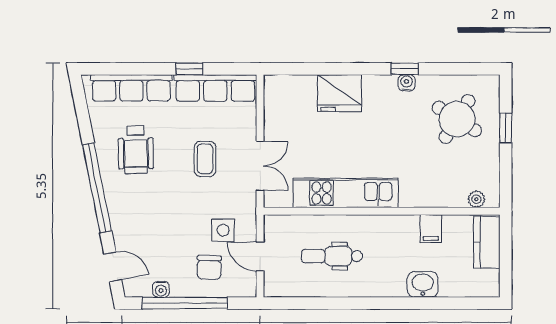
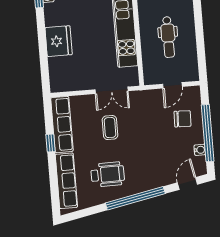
coffee table: (205, 159) -> (110, 128), turned 90
double door: (260, 166) -> (112, 90), swing flipped
side table: (223, 230) -> (157, 112), removed

